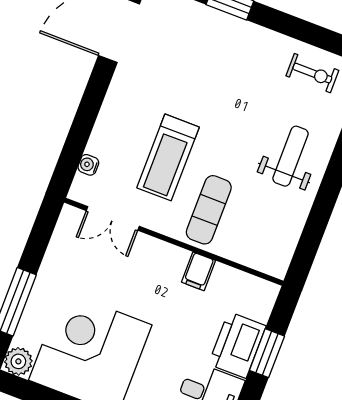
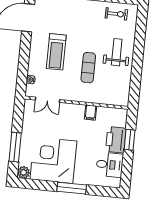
treadmill: (168, 157) -> (56, 52), moved
exercise mat: (209, 210) -> (88, 68), moved

